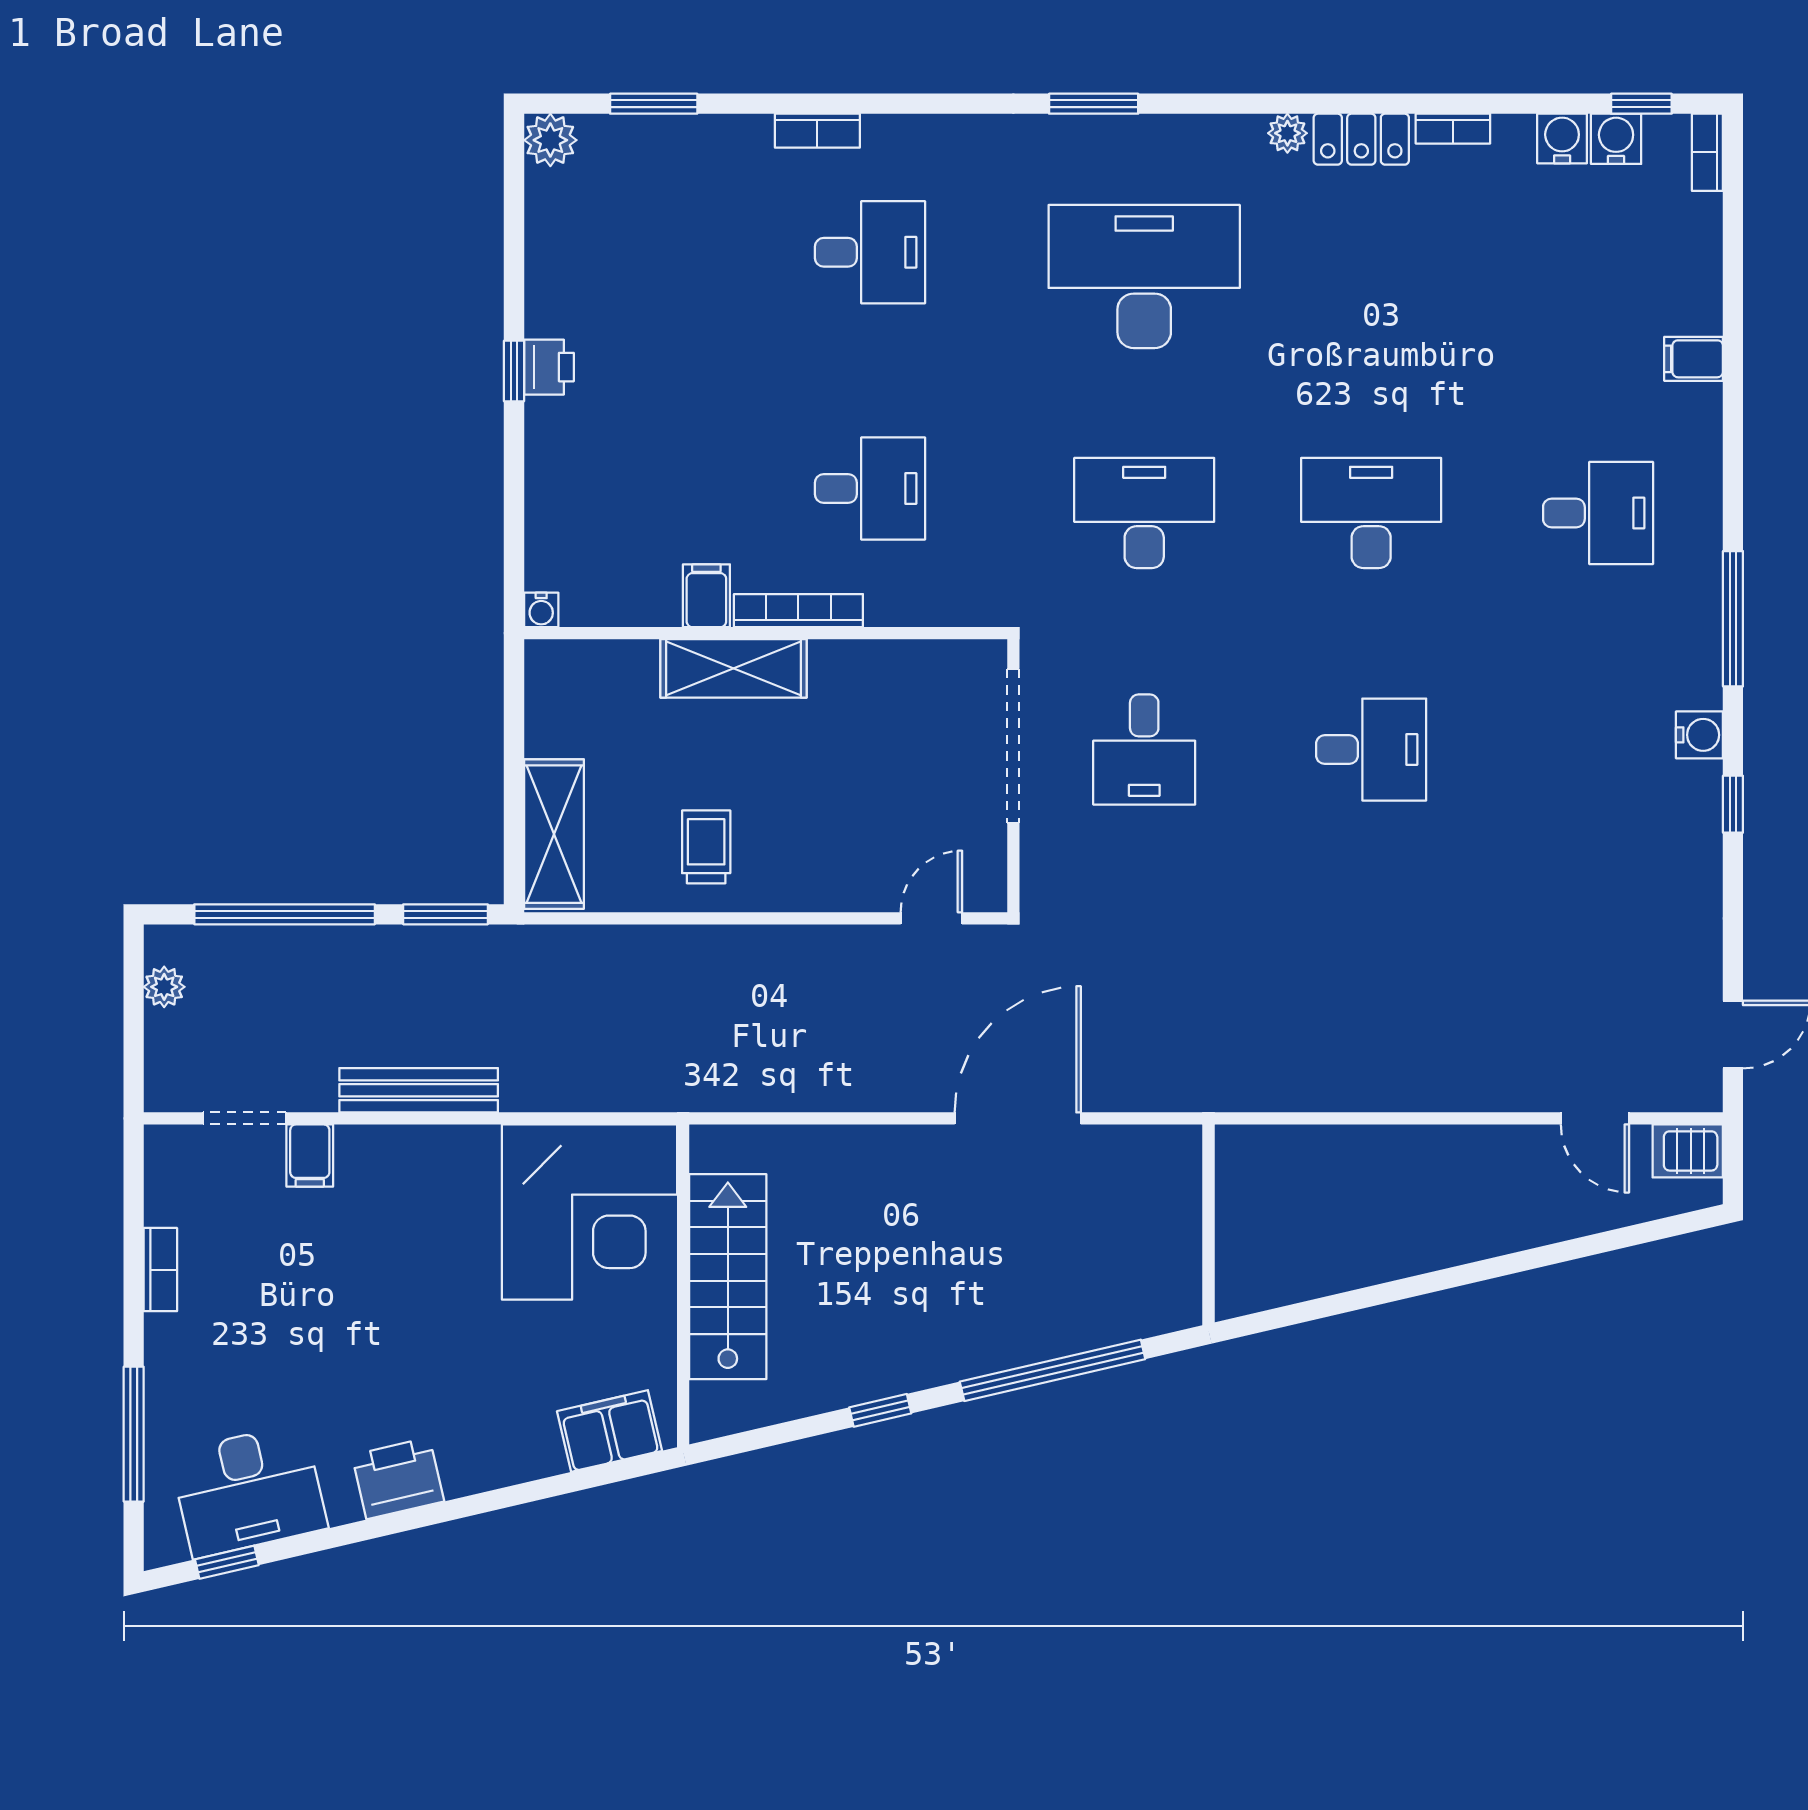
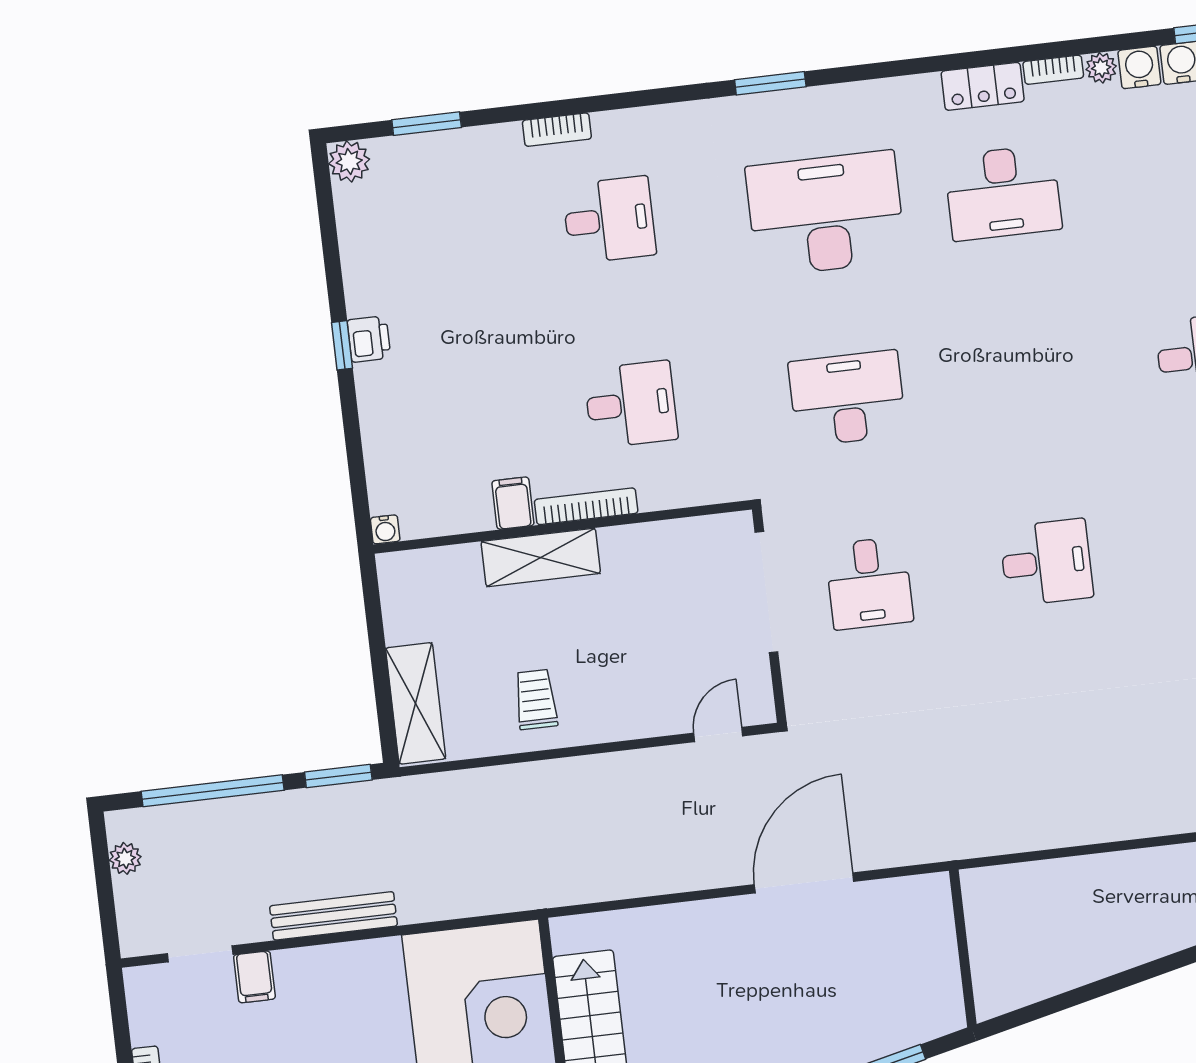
plant: (1287, 133) -> (1101, 68), moved
desk: (1371, 513) -> (1003, 193), moved, turned 180

